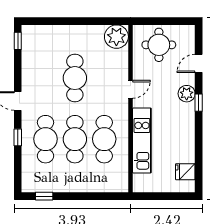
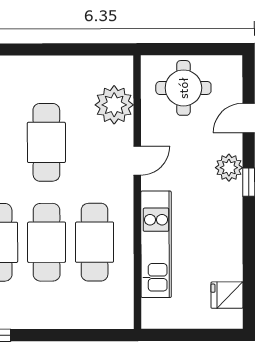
plant: (116, 37) -> (114, 105), moved

